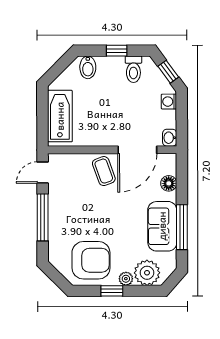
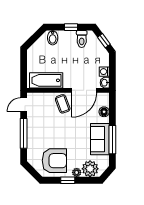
washing machine: (169, 102) -> (104, 72), moved
bathtub: (60, 116) -> (46, 80), moved, turned -90

